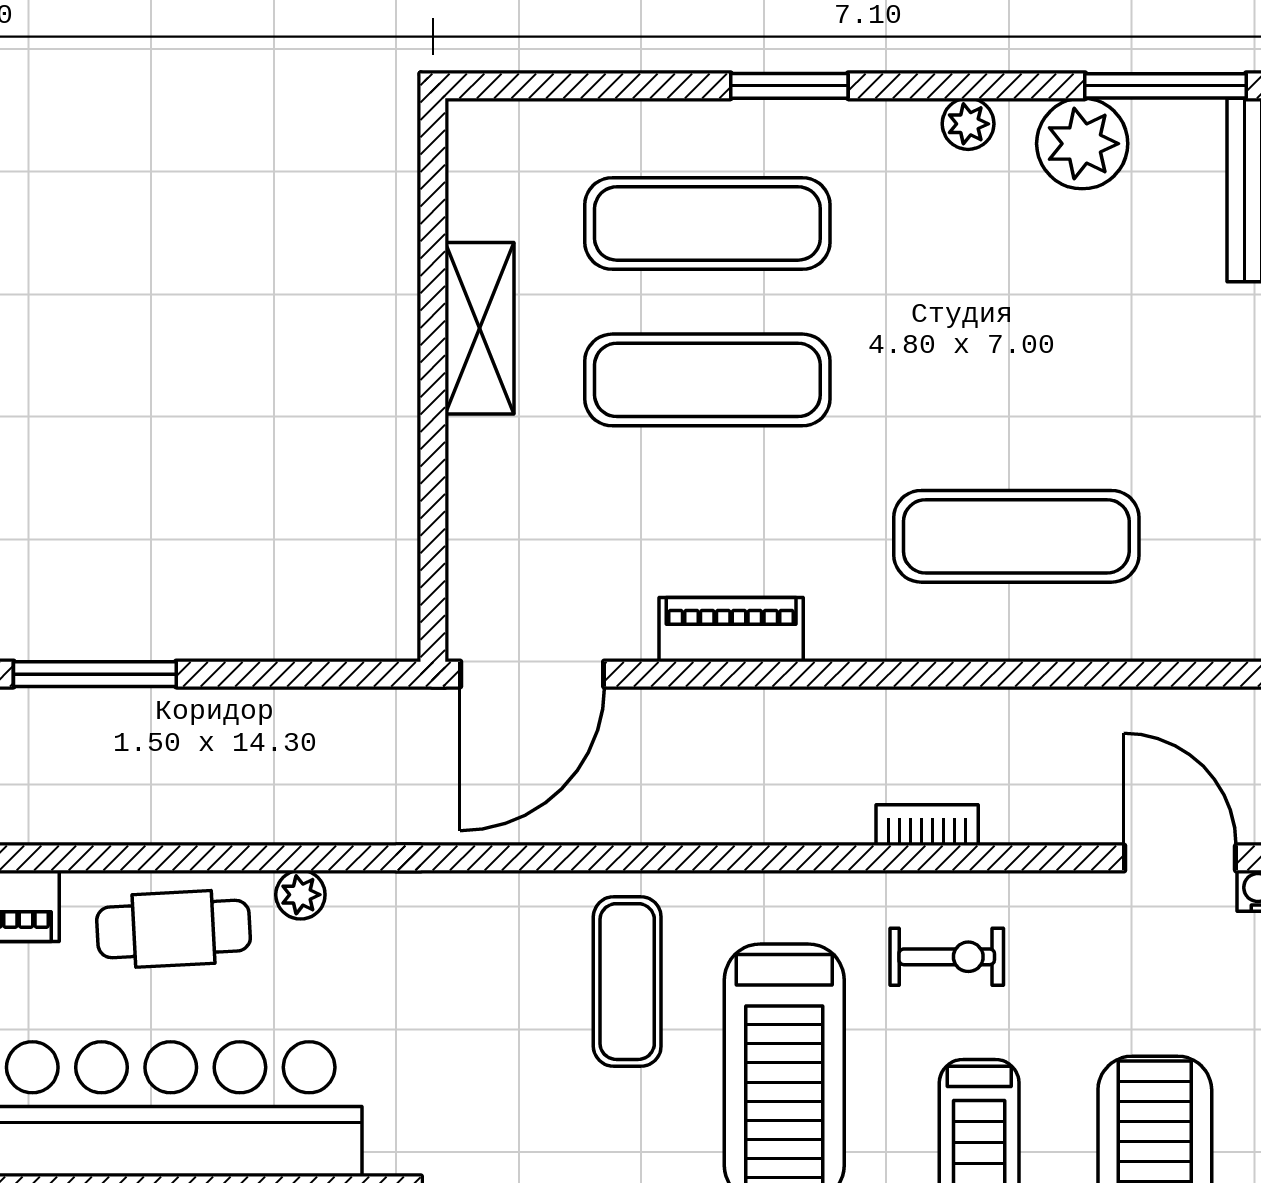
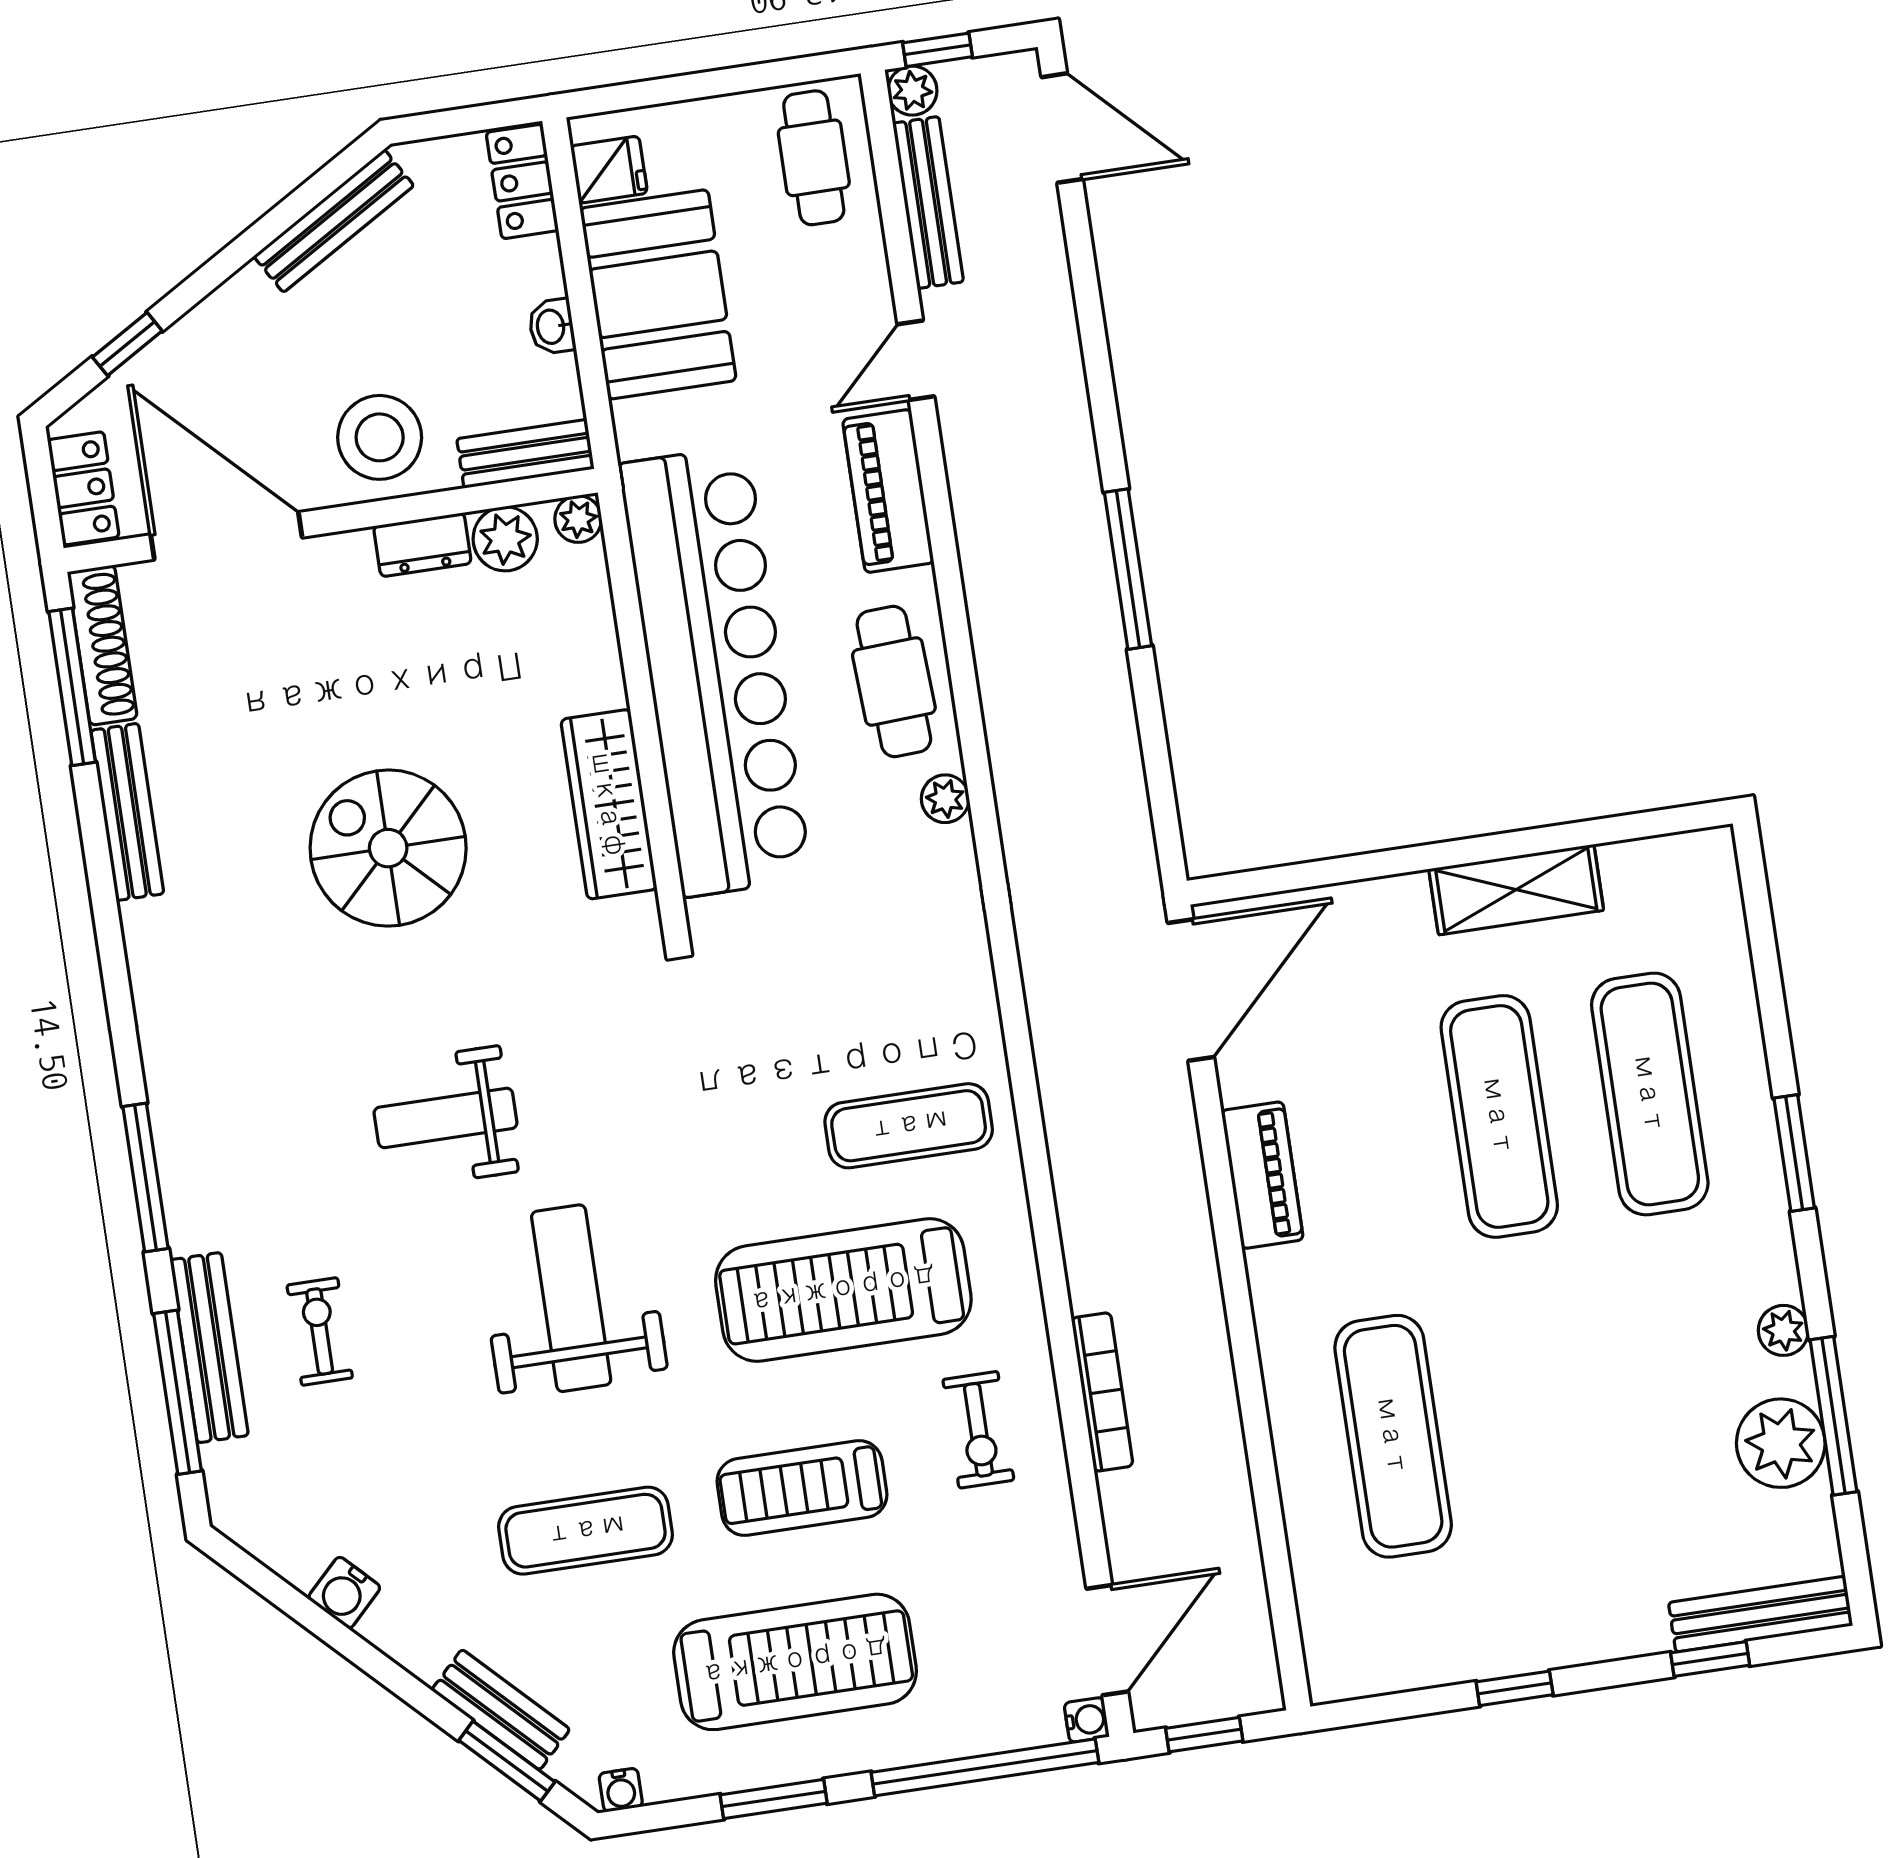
window: (1166, 86) -> (1833, 1416), moved
door: (532, 674) -> (1191, 990), swing flipped
bookcase: (927, 825) -> (1102, 1392), width x1.56

